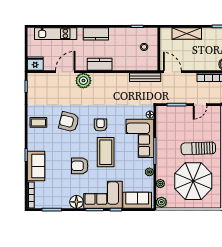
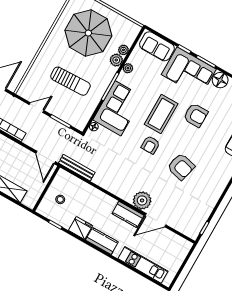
fridge: (35, 64) -> (80, 228), moved, turned 180
kitchen counter: (100, 64) -> (128, 214), moved
coffee table: (38, 122) -> (213, 184), removed
sun lounger: (198, 148) -> (70, 81), moved
plant: (161, 202) -> (116, 60), moved

